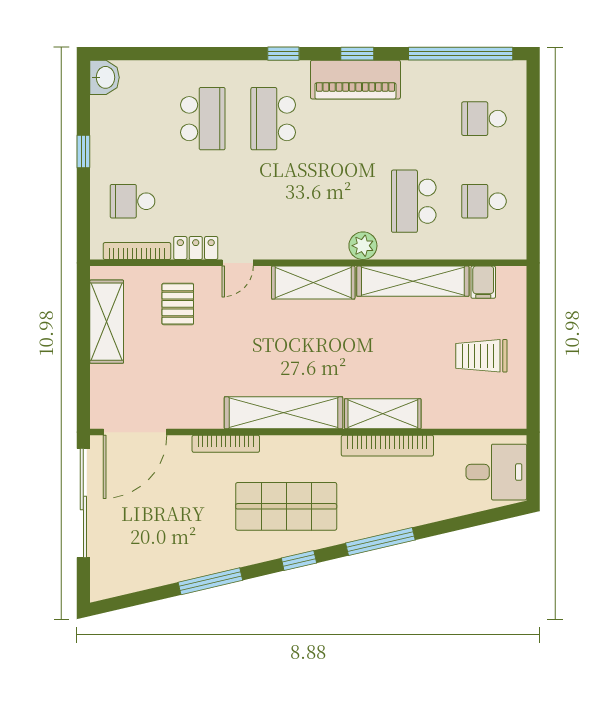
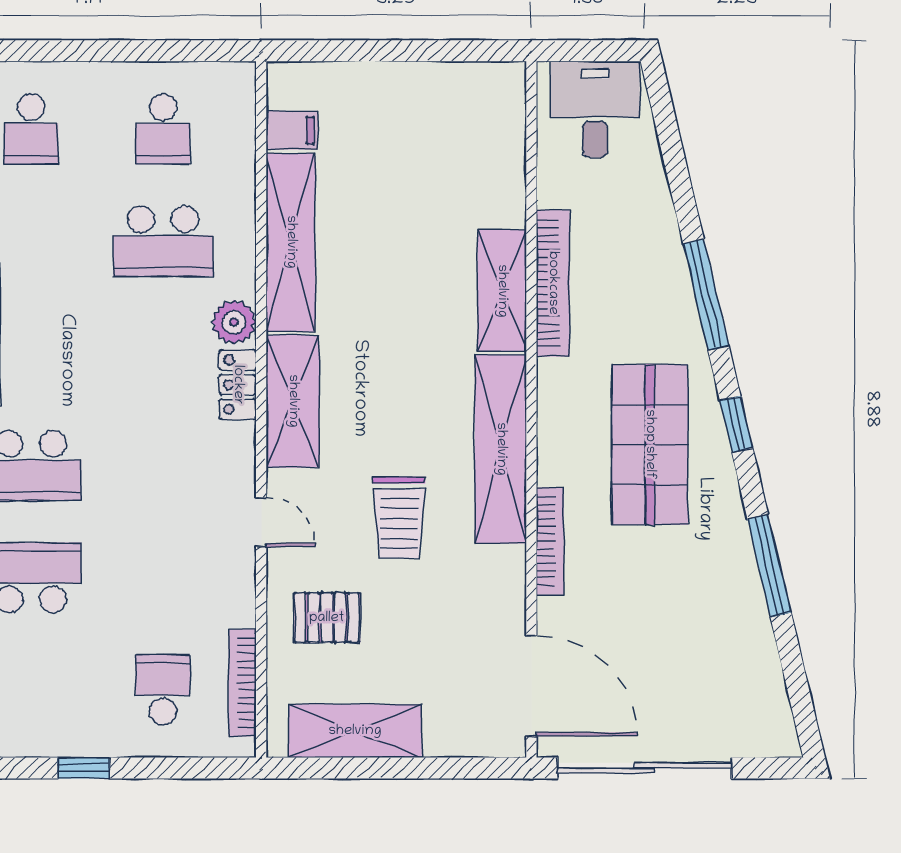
school desk: (133, 201) -> (163, 690), turned 180
locker: (196, 248) -> (238, 385), moved
trolley: (481, 356) -> (399, 518), moved

